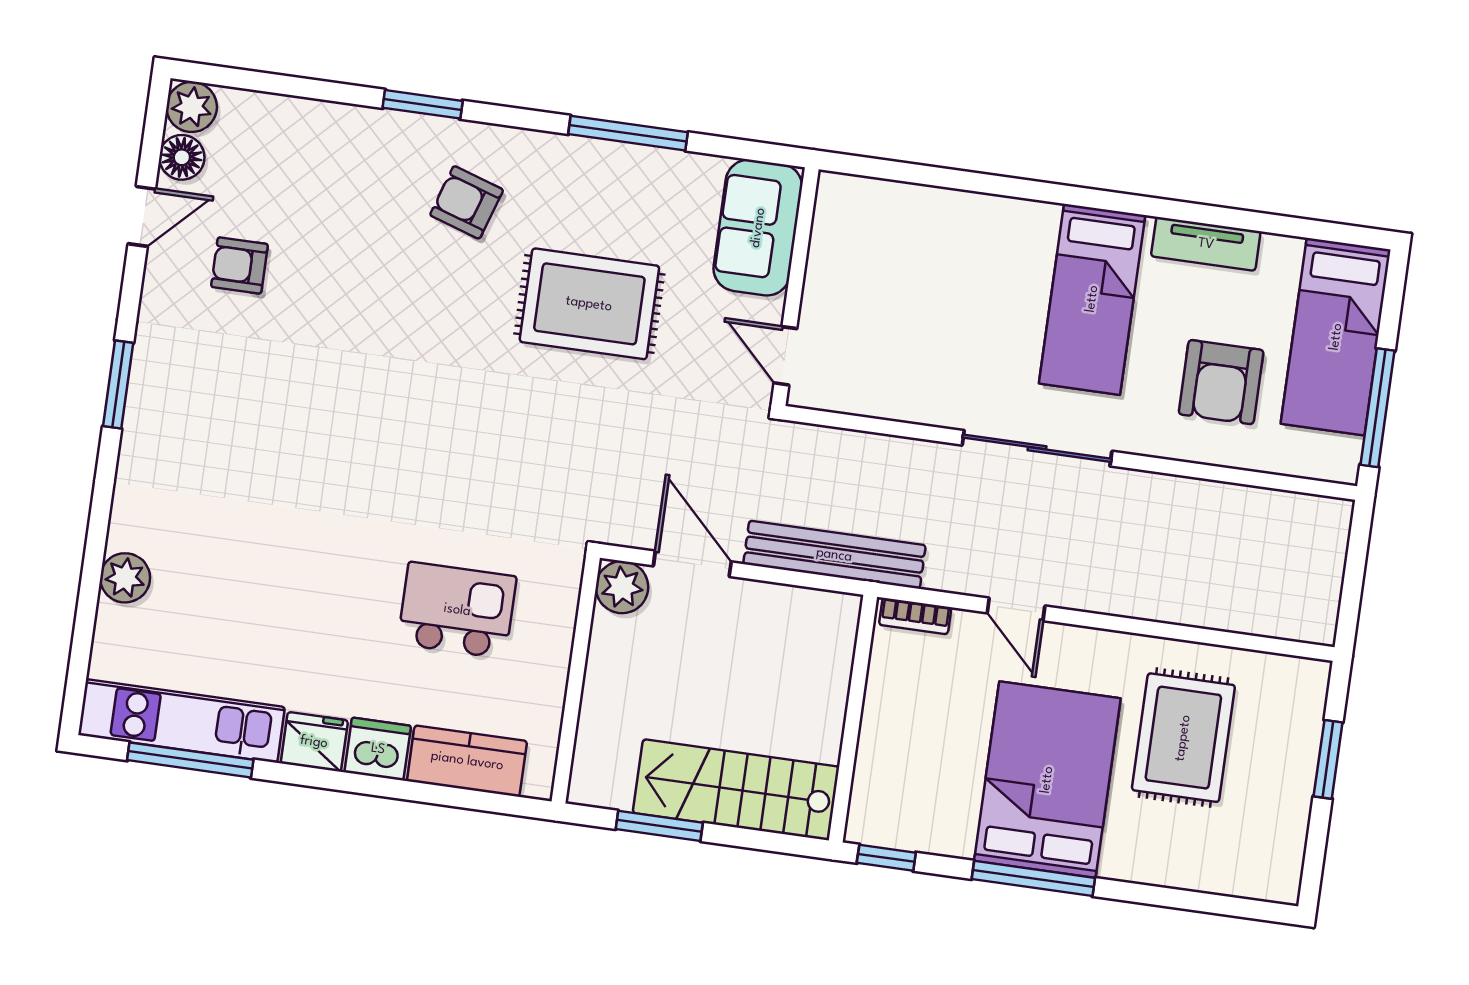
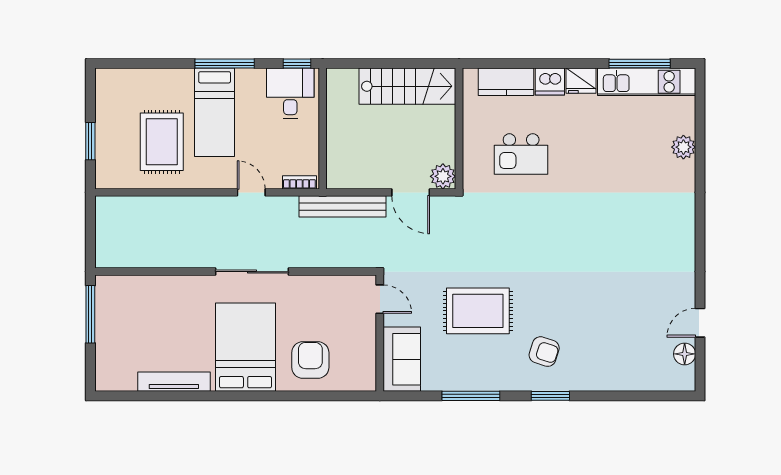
window: (423, 104) -> (550, 396), moved
plant: (192, 107) -> (683, 379), removed
tv unit: (1206, 244) -> (174, 382), width x1.41
armchair: (239, 265) -> (649, 306), removed
bed: (1092, 299) -> (246, 347), width x1.50
bed: (1336, 337) -> (115, 346), removed
armchair: (1221, 382) -> (310, 360), moved
window: (118, 385) -> (700, 240), removed
bed: (1047, 780) -> (215, 112), width x0.67
stairs: (736, 790) -> (407, 86), moved
desk: (908, 799) -> (290, 93), added
window: (659, 826) -> (409, 64), removed

